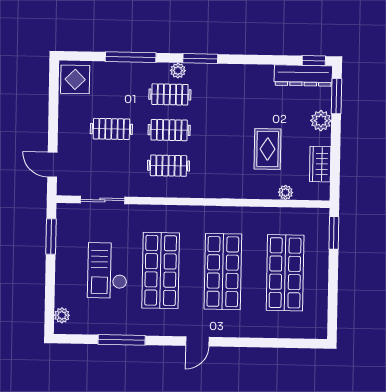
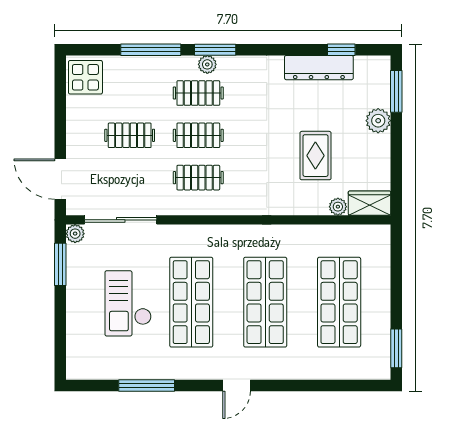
window: (200, 59) -> (215, 50), moved
window: (314, 61) -> (341, 50), moved
dresser: (303, 76) -> (319, 68), moved
wardrobe: (320, 164) -> (369, 203), moved, turned 90
door: (52, 165) -> (60, 179), width x1.38
sliding door: (102, 200) -> (121, 220), width x1.37
window: (334, 233) -> (396, 348), moved
plant: (62, 315) -> (75, 234), moved

